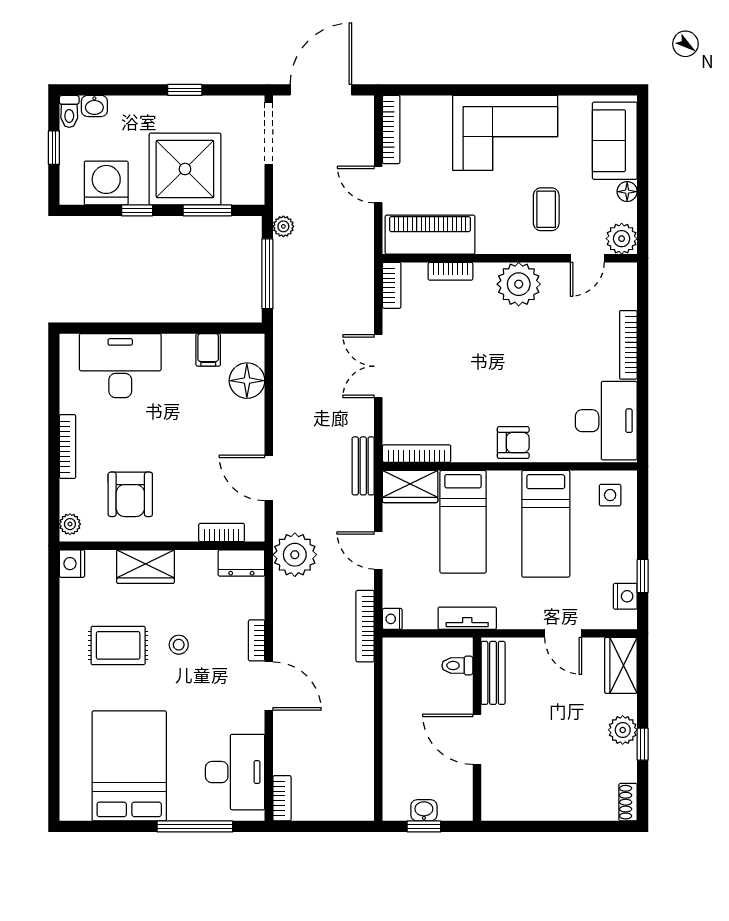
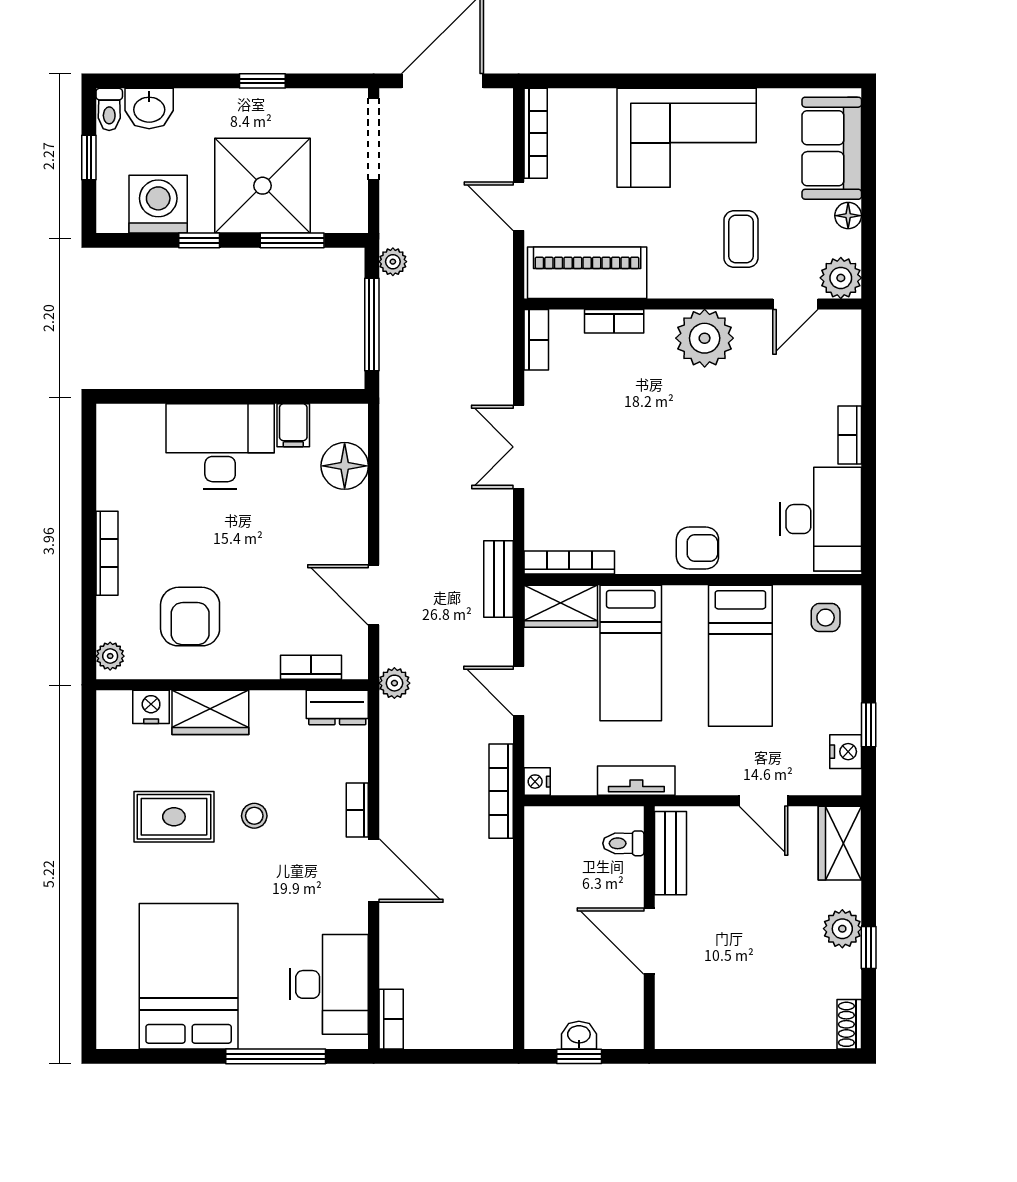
washbasin: (94, 106) -> (149, 108), width x1.38, depth x1.45
bookcase: (628, 345) -> (850, 435), width x0.64
desk: (120, 366) -> (220, 446), moved
plant: (295, 555) -> (394, 683), width x0.53, depth x0.53
nightstand: (72, 564) -> (151, 707), moved, turned 90

